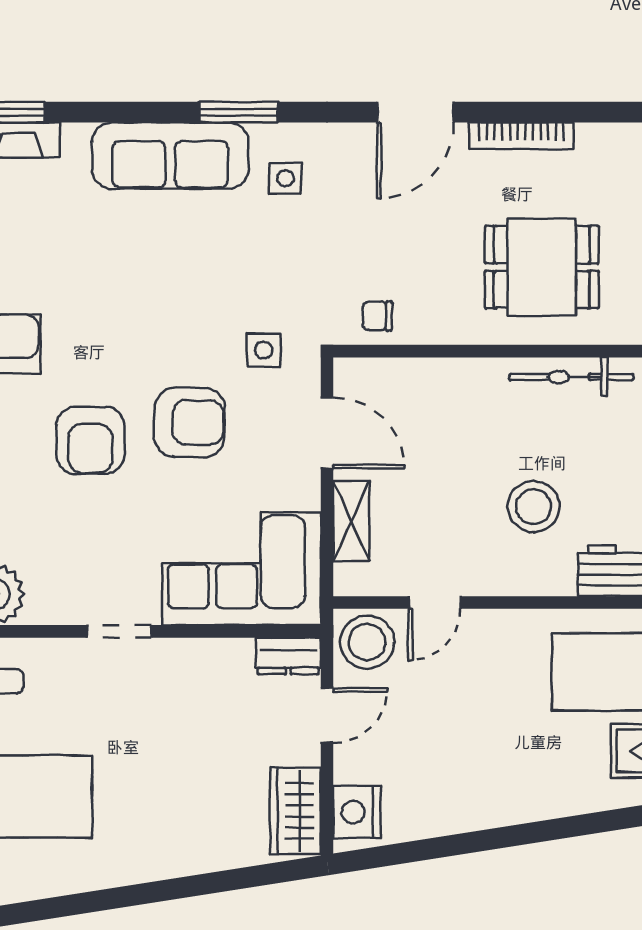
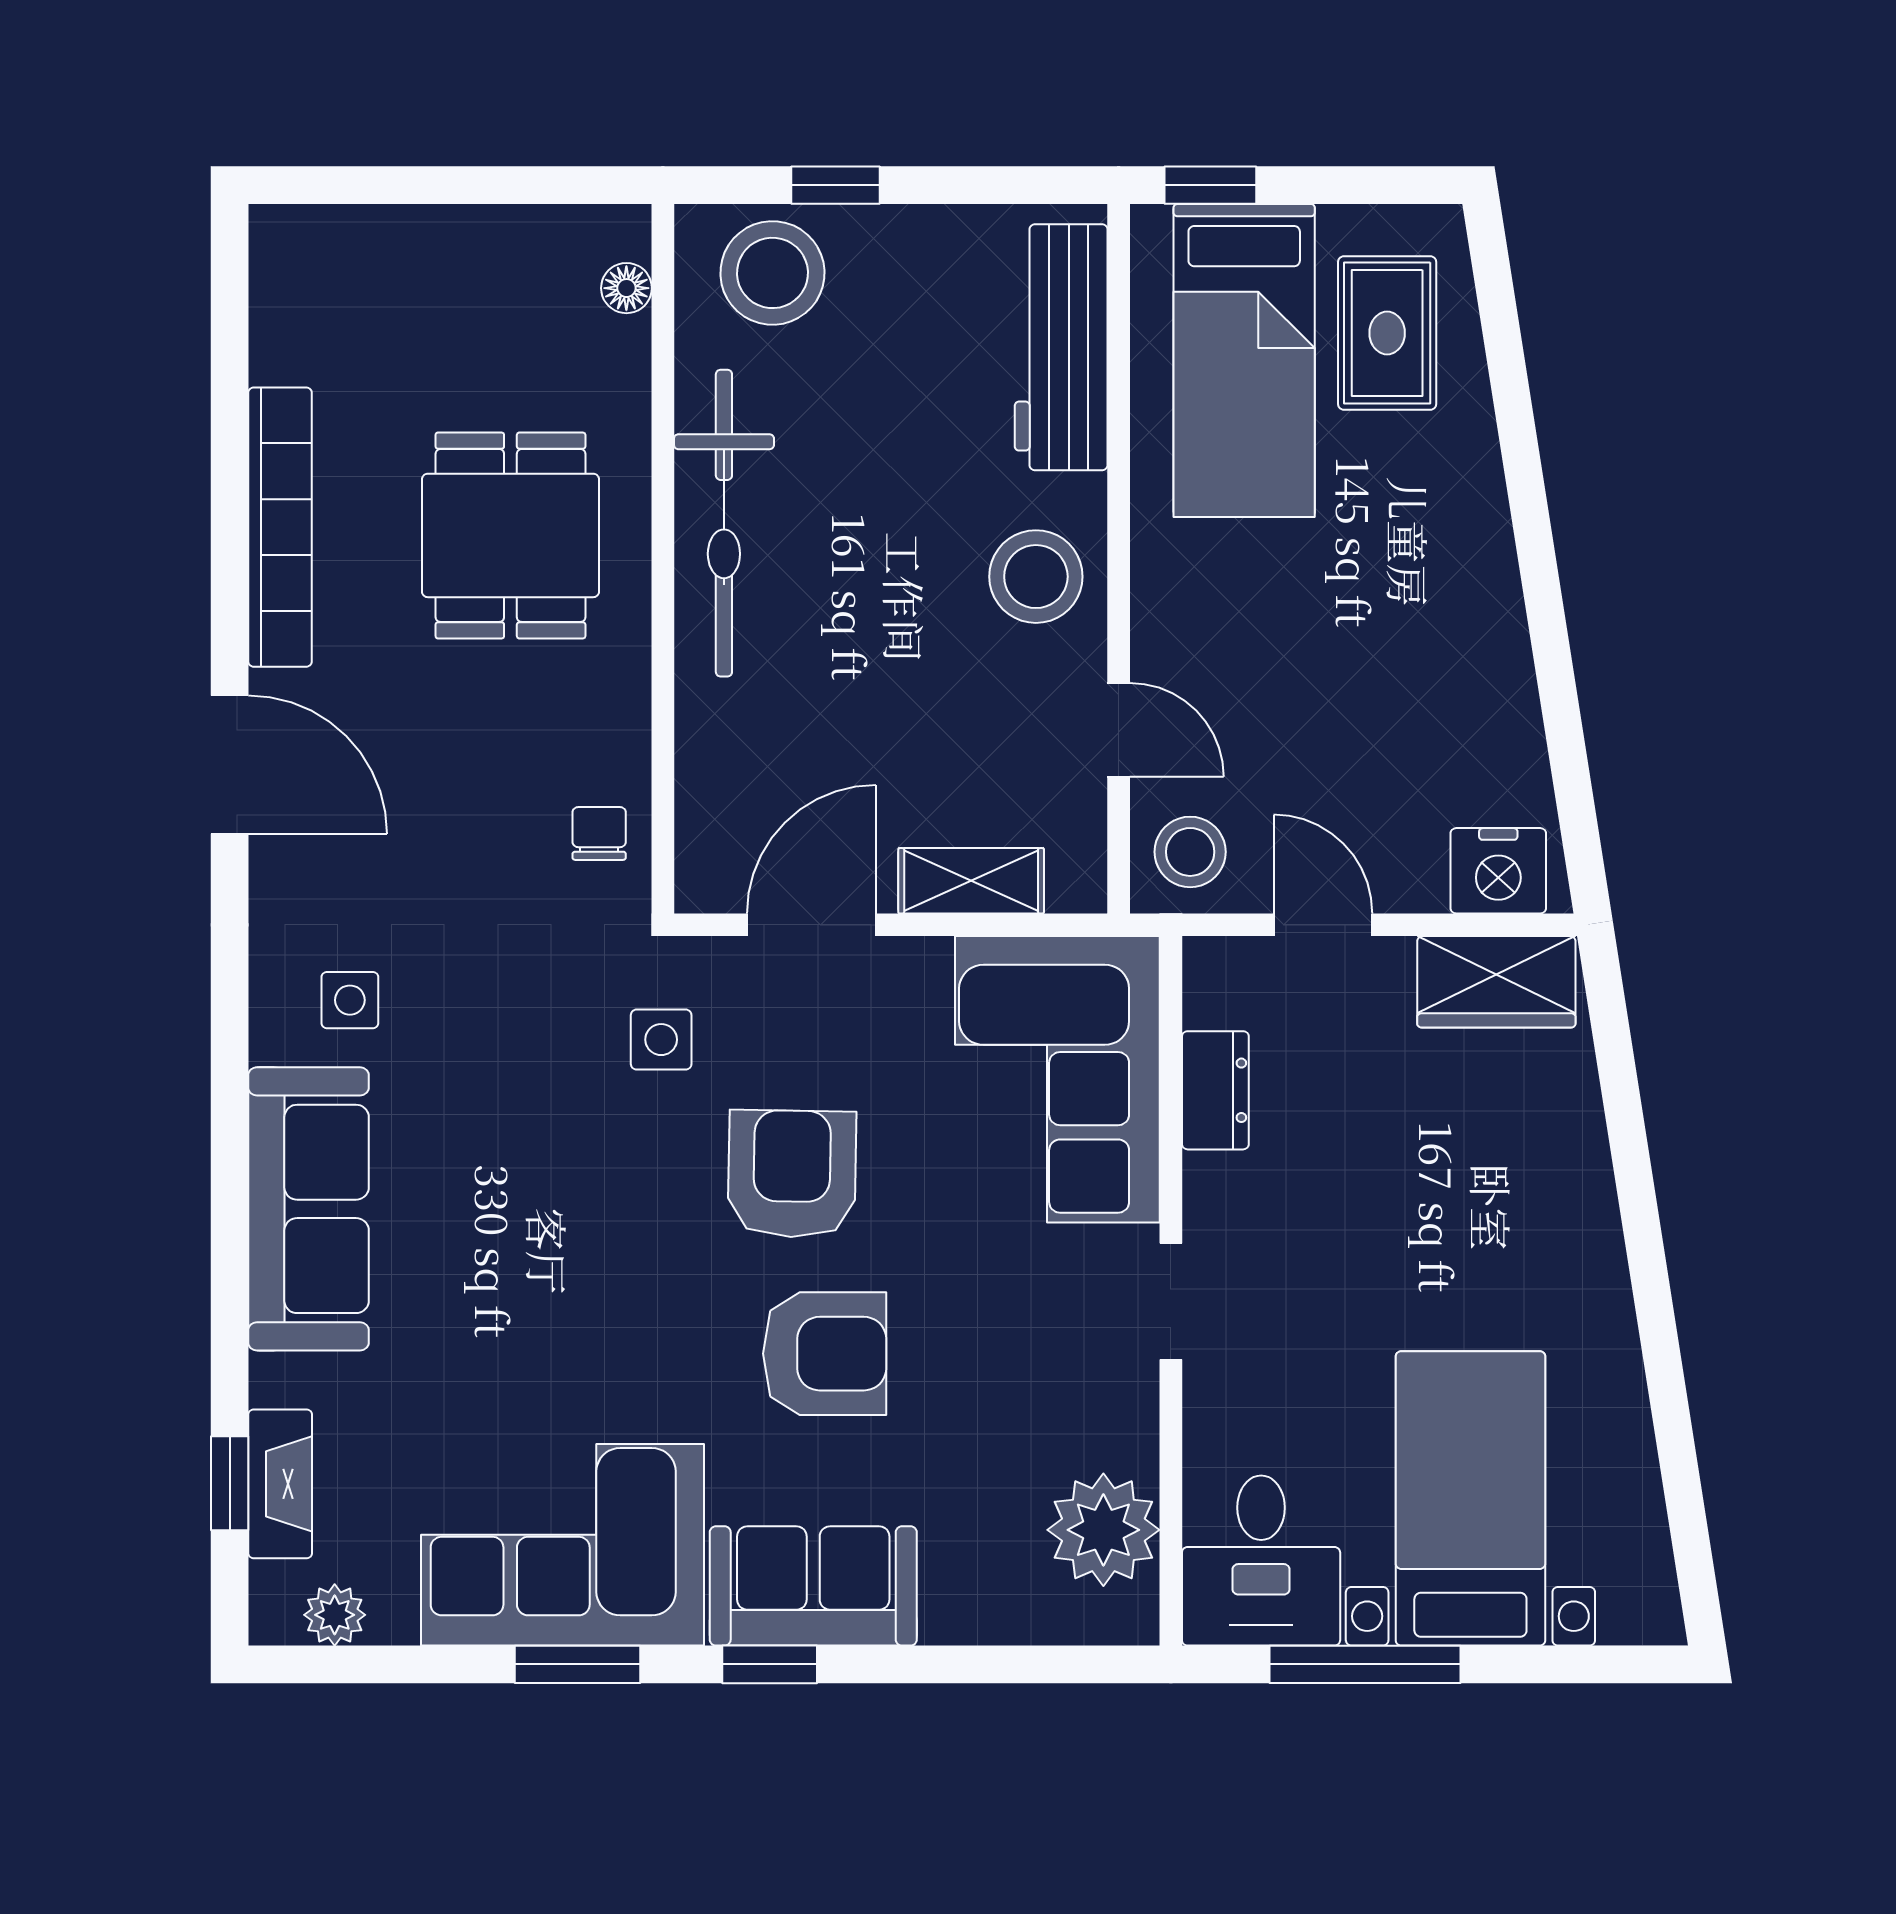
window: (238, 112) -> (230, 1085), removed
bookcase: (521, 136) -> (280, 527), width x1.48, depth x1.31
chair: (377, 316) -> (599, 833), turned 180
bicycle: (571, 377) -> (724, 523), width x1.37, depth x1.40
stool: (534, 507) -> (1036, 577), moved
stool: (367, 642) -> (1190, 852), width x0.73, depth x0.73
dresser: (288, 656) -> (1215, 1090), moved

